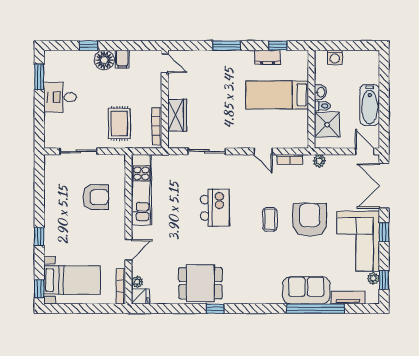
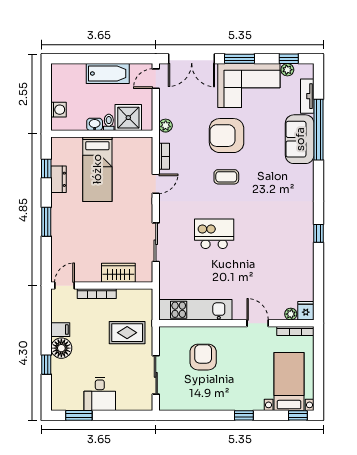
bookcase: (157, 126) -> (97, 294), moved
window: (384, 232) -> (240, 59), width x1.50
dining table: (200, 283) -> (292, 249), removed

